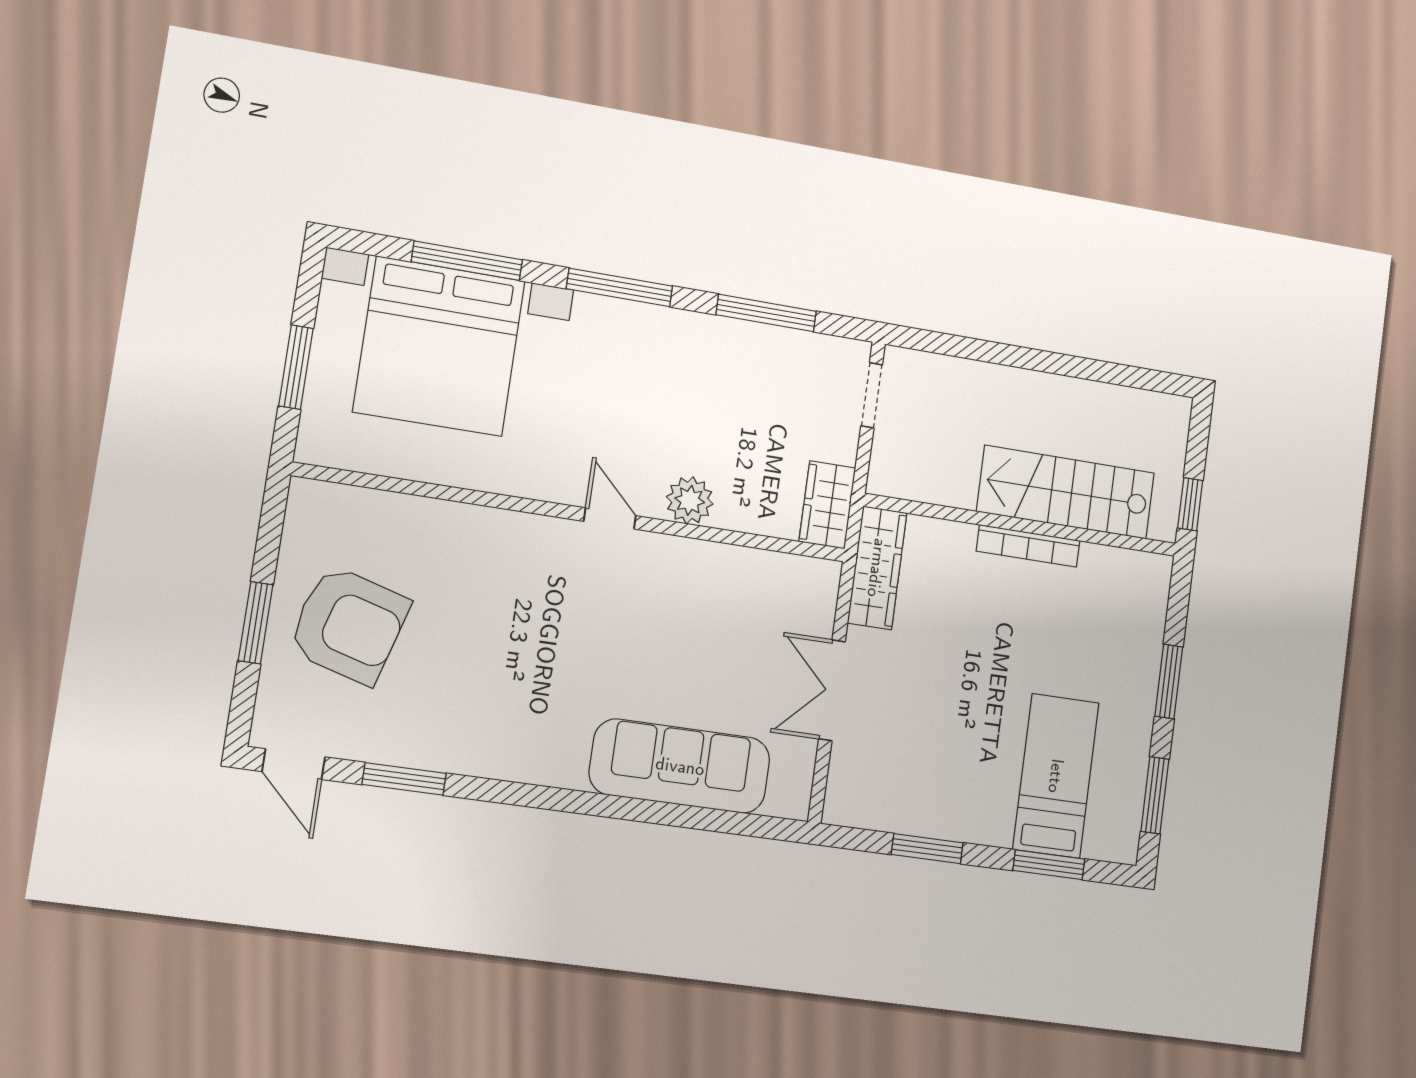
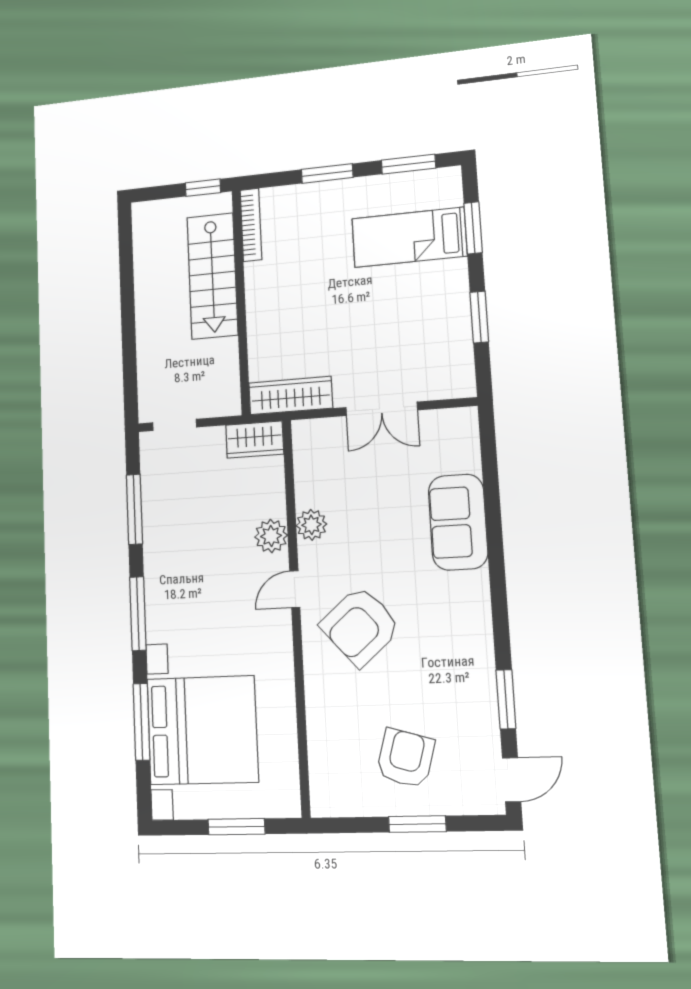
bookcase: (1028, 546) -> (251, 225), moved
plant: (694, 560) -> (311, 525), added
armchair: (541, 599) -> (360, 626), added
armchair: (349, 625) -> (405, 758), width x0.73, depth x0.73
sofa: (680, 766) -> (458, 522), width x0.73

